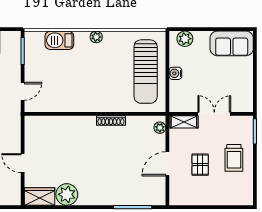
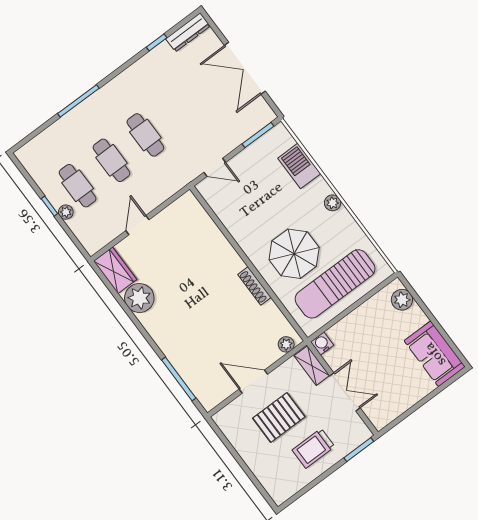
water cooler: (175, 73) -> (322, 344), moved
parasol: (109, 82) -> (294, 254), added
pallet: (200, 165) -> (279, 417), width x1.50, depth x1.42

